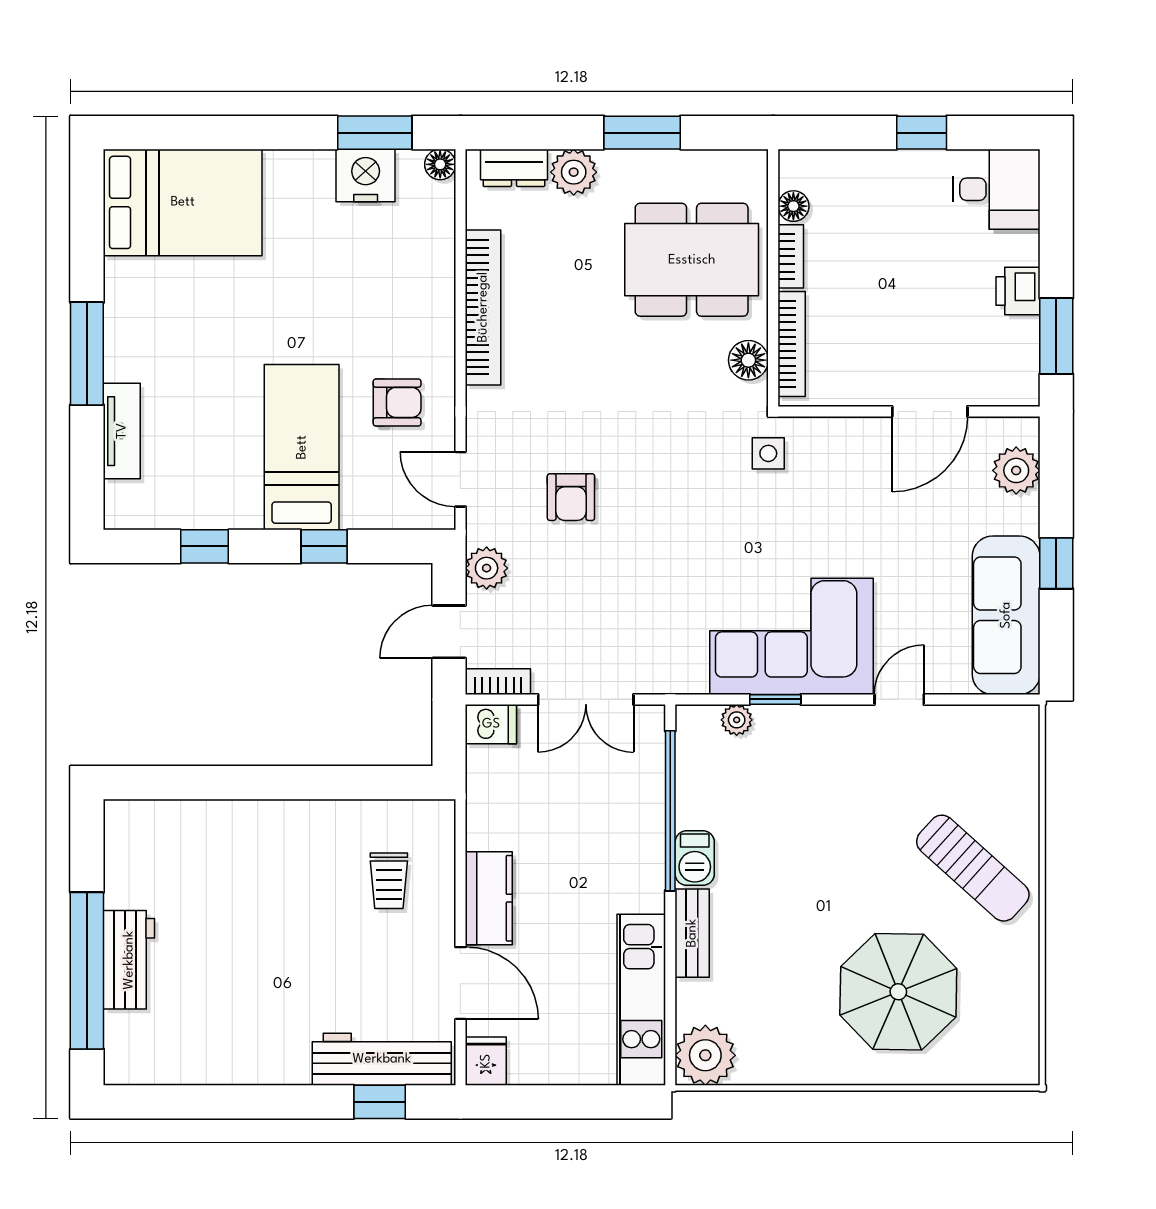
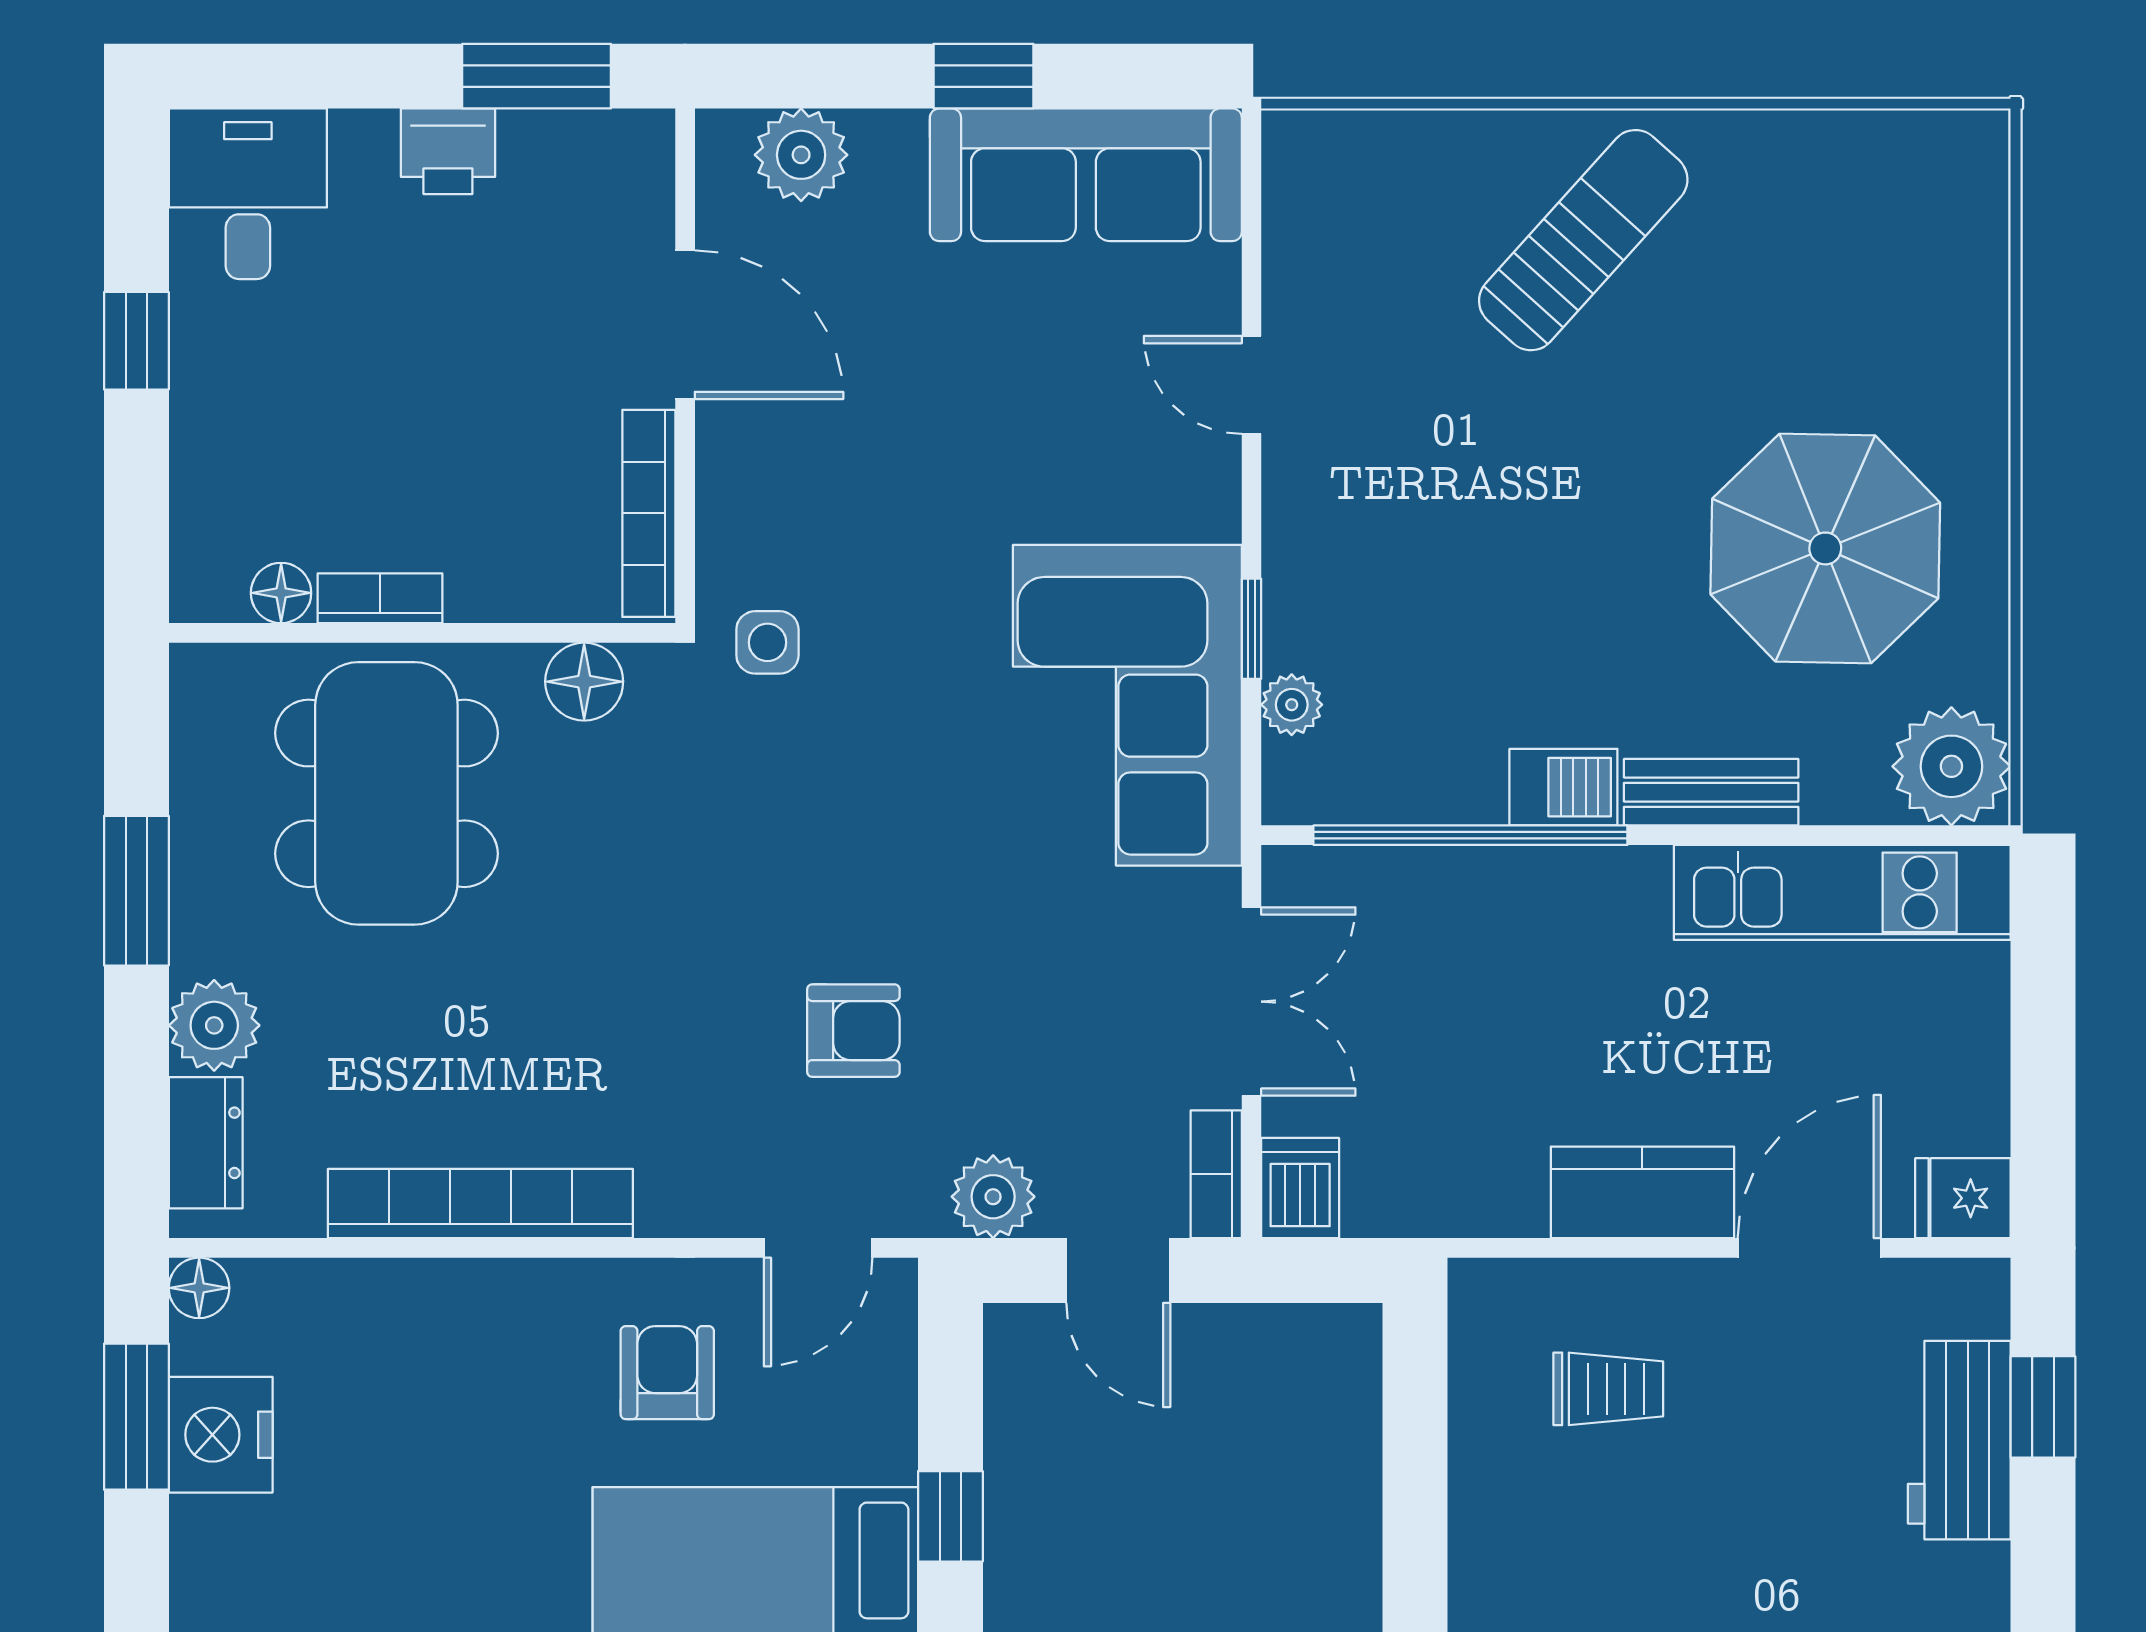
bookcase: (792, 344) -> (649, 513), moved, turned -90
corner sofa: (792, 636) -> (1127, 705), moved
parasol: (898, 992) -> (1825, 548), moved
workbench: (382, 1059) -> (1959, 1440), width x0.73

